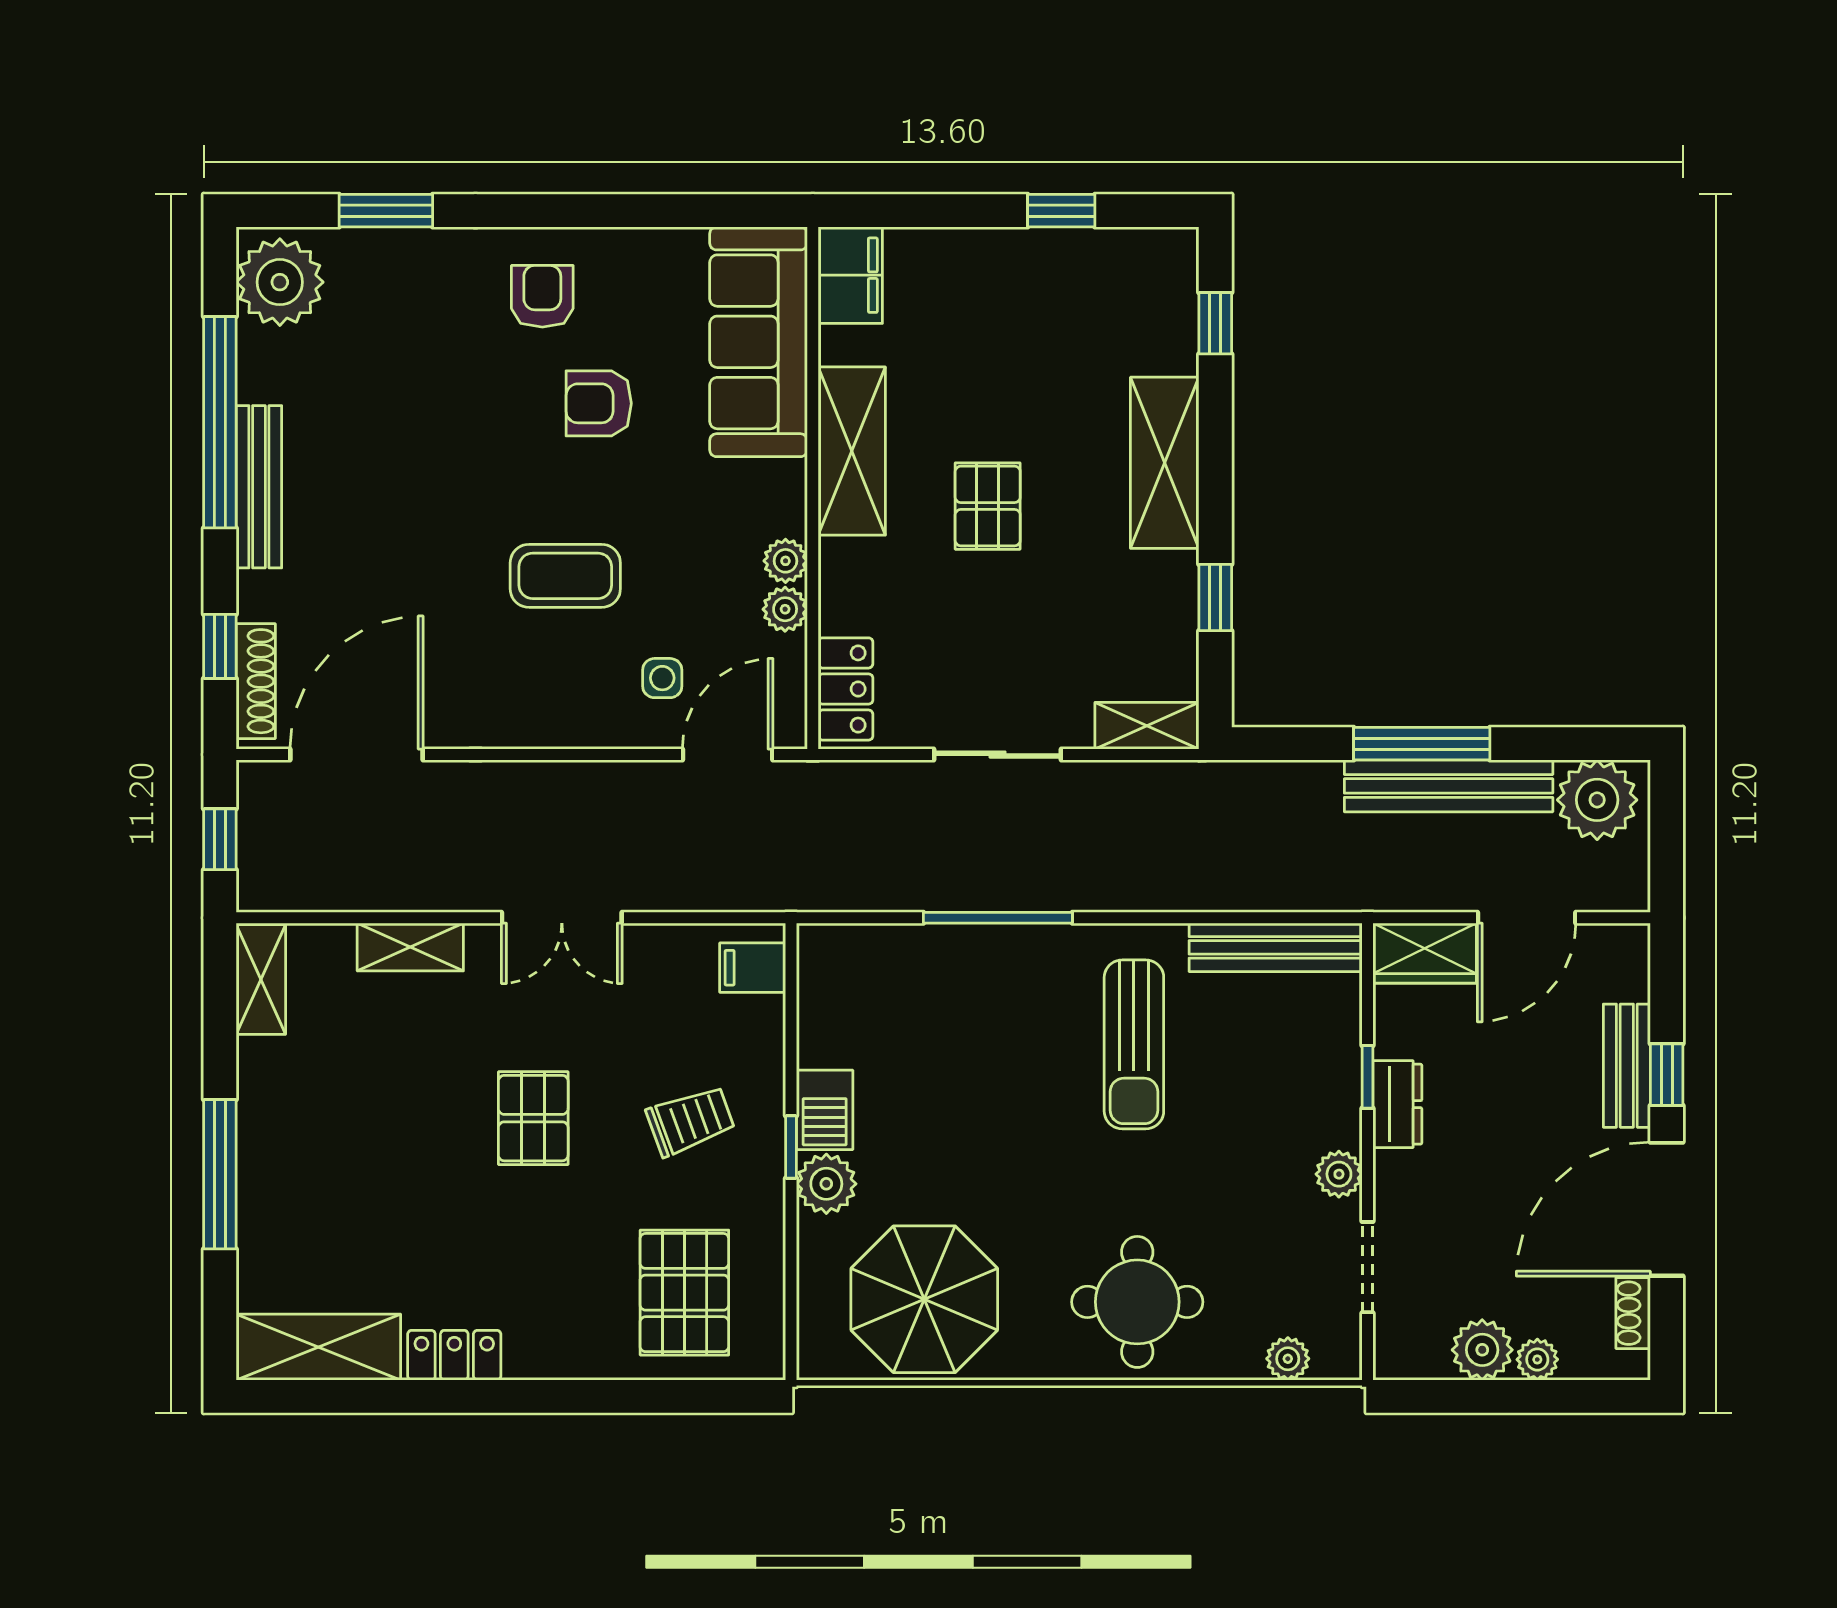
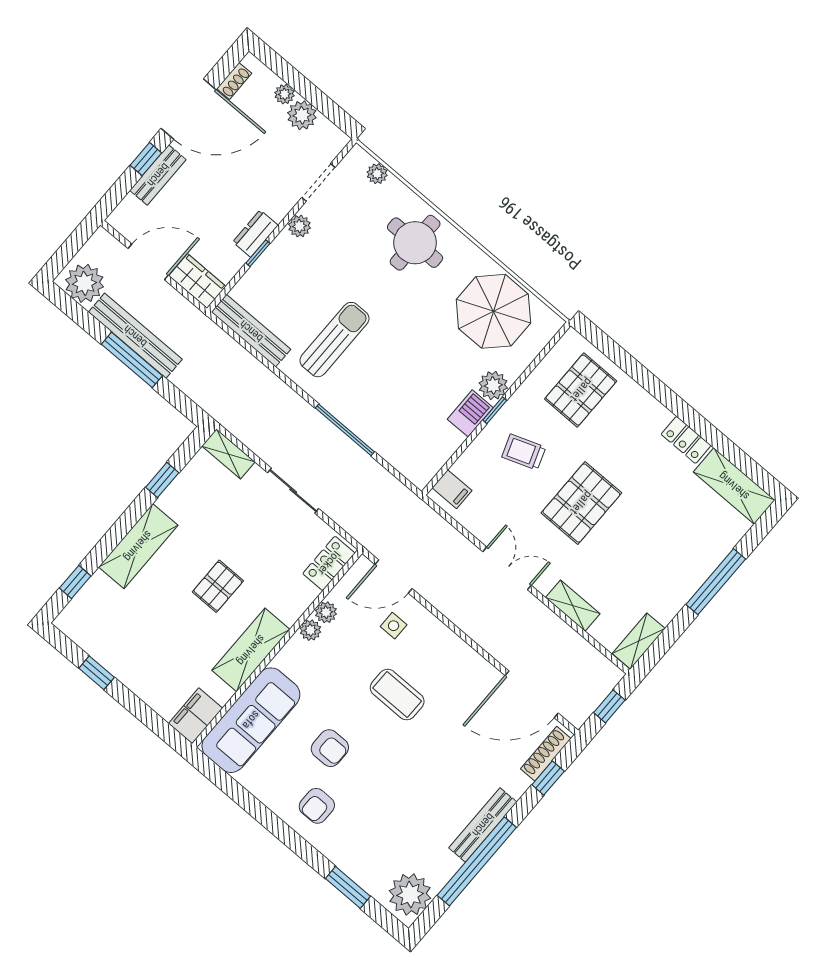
pallet: (533, 1118) -> (581, 503), width x1.50, depth x1.42

